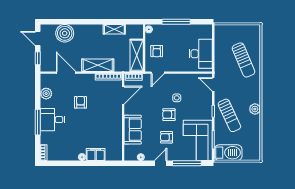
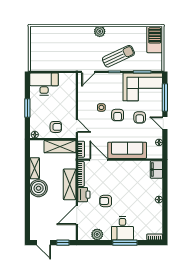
window: (176, 22) -> (27, 108), width x0.69
boiler: (65, 33) -> (39, 188), moved
door: (38, 38) -> (44, 243), hinge flipped
desk: (201, 54) -> (44, 84), moved
sun lounger: (243, 60) -> (65, 43), removed
printer: (87, 80) -> (84, 195), added
plant: (255, 109) -> (100, 31), moved
sofa: (133, 130) -> (127, 150), width x1.36
barbecue: (228, 153) -> (155, 39), moved
filing cabinet: (96, 155) -> (156, 169), moved

